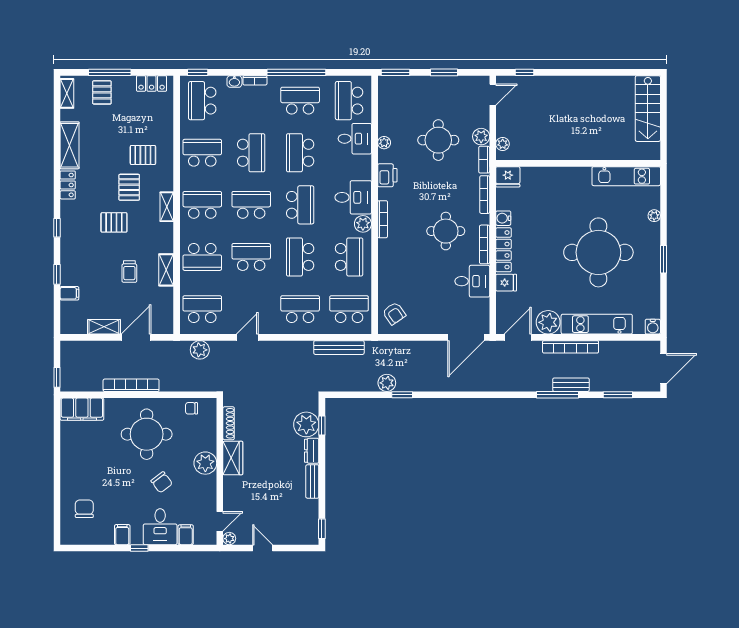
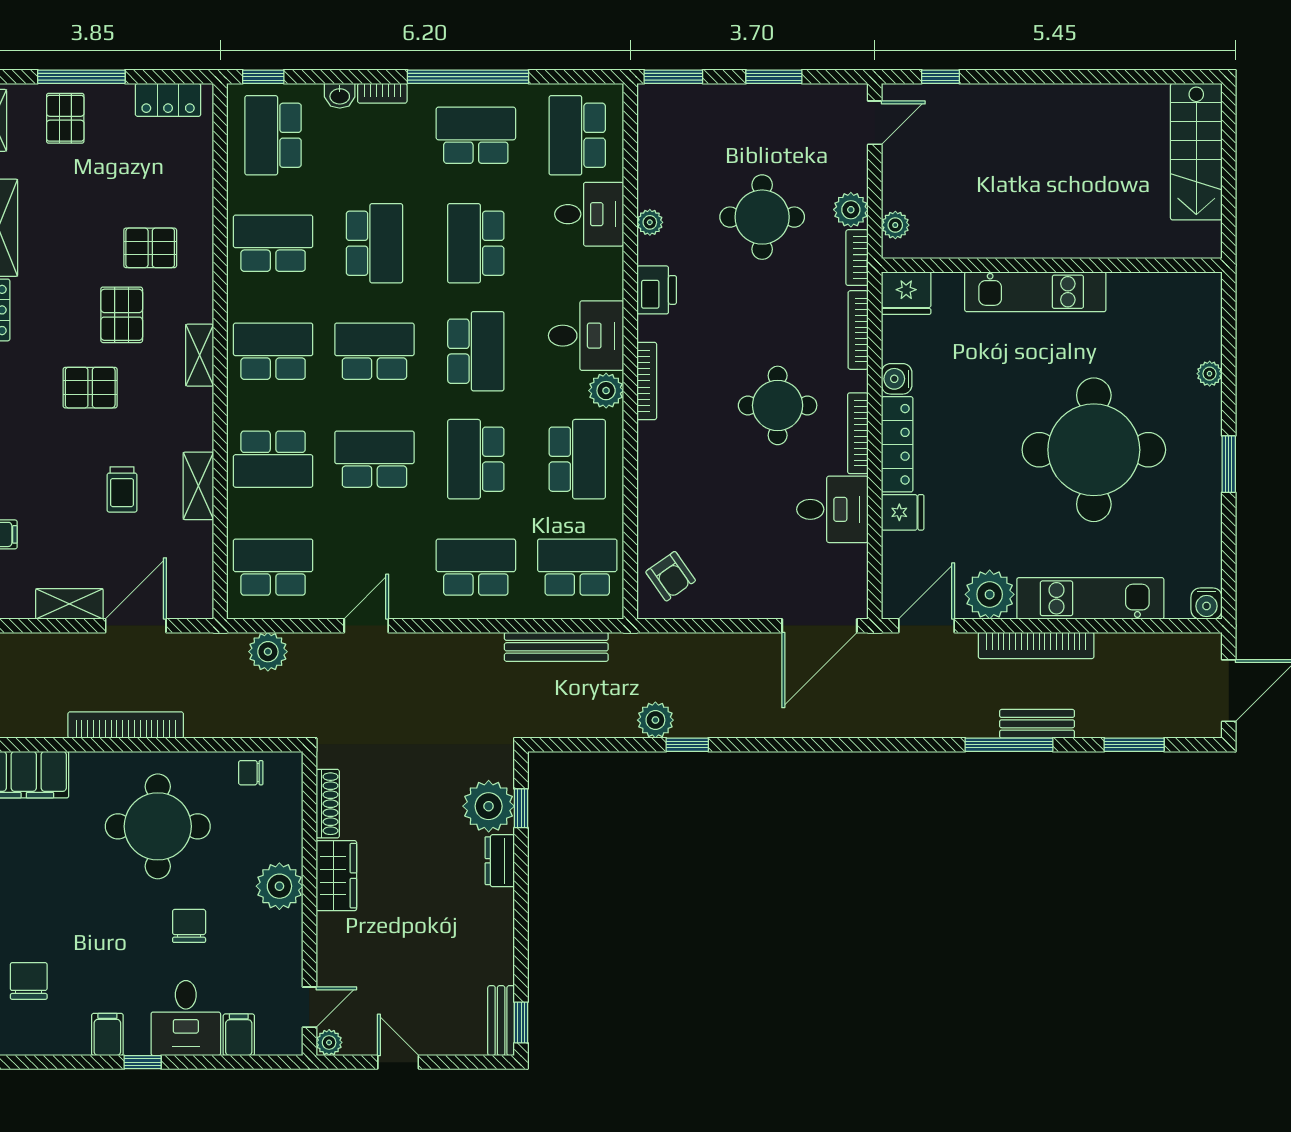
kitchen unit: (626, 176) -> (1035, 292), moved
bench: (312, 481) -> (501, 1021), moved
chair: (162, 482) -> (189, 926), turned -143

